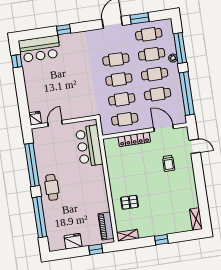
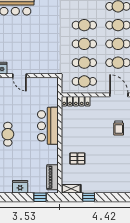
door: (55, 123) -> (19, 76), swing flipped
locker: (134, 139) -> (76, 101), moved
bar counter: (89, 146) -> (48, 126), moved
window: (161, 240) -> (89, 197), moved

